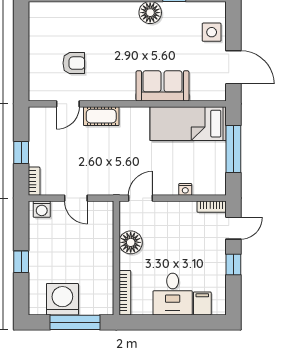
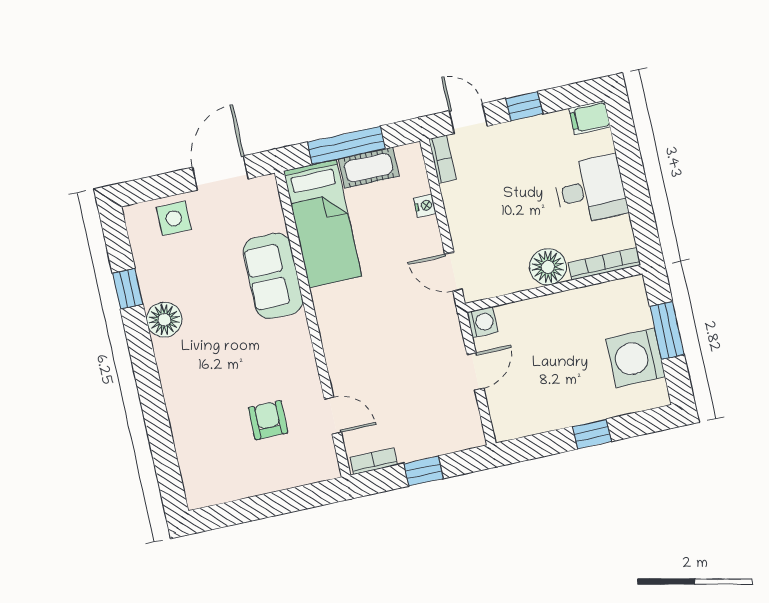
cot: (101, 116) -> (369, 168), moved, turned 90
bookcase: (34, 181) -> (374, 461), moved
washing machine: (42, 209) -> (482, 322), moved
floor lamp: (131, 242) -> (548, 267), moved
filing cabinet: (202, 303) -> (590, 118), moved
window: (75, 322) -> (667, 331), width x0.69

